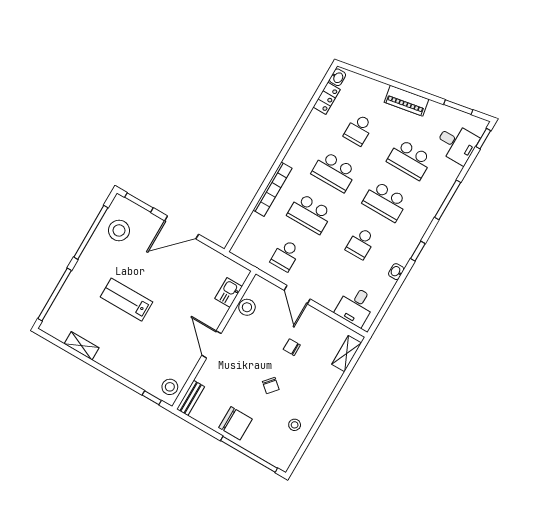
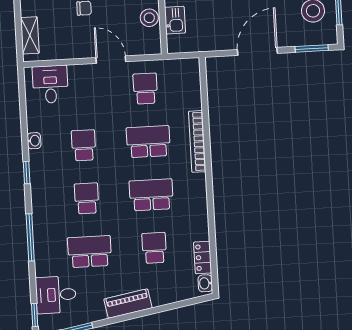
school desk: (385, 201) -> (87, 198), width x0.54

